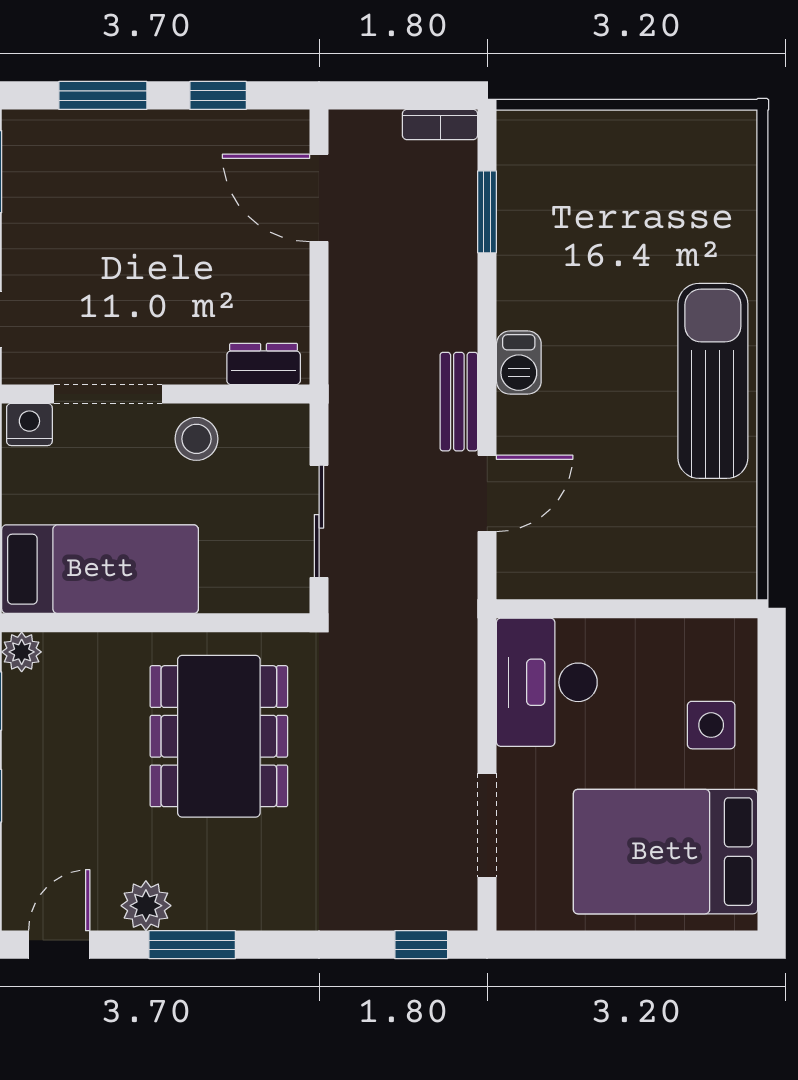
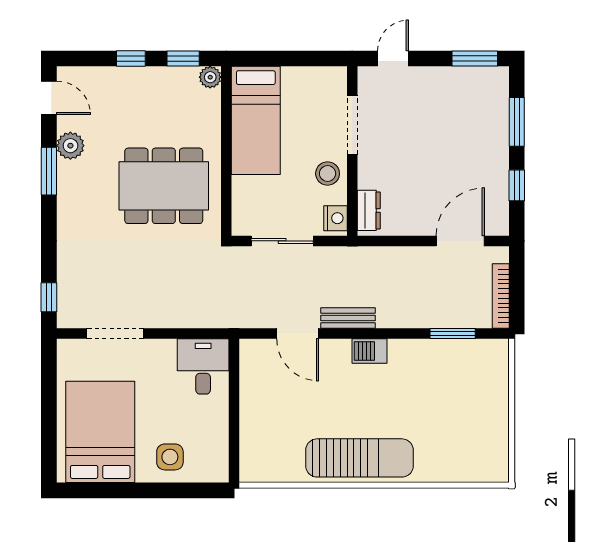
bookcase: (440, 124) -> (501, 296), width x1.56
nightstand: (29, 424) -> (335, 218), moved
desk: (547, 682) -> (203, 366), width x0.73

